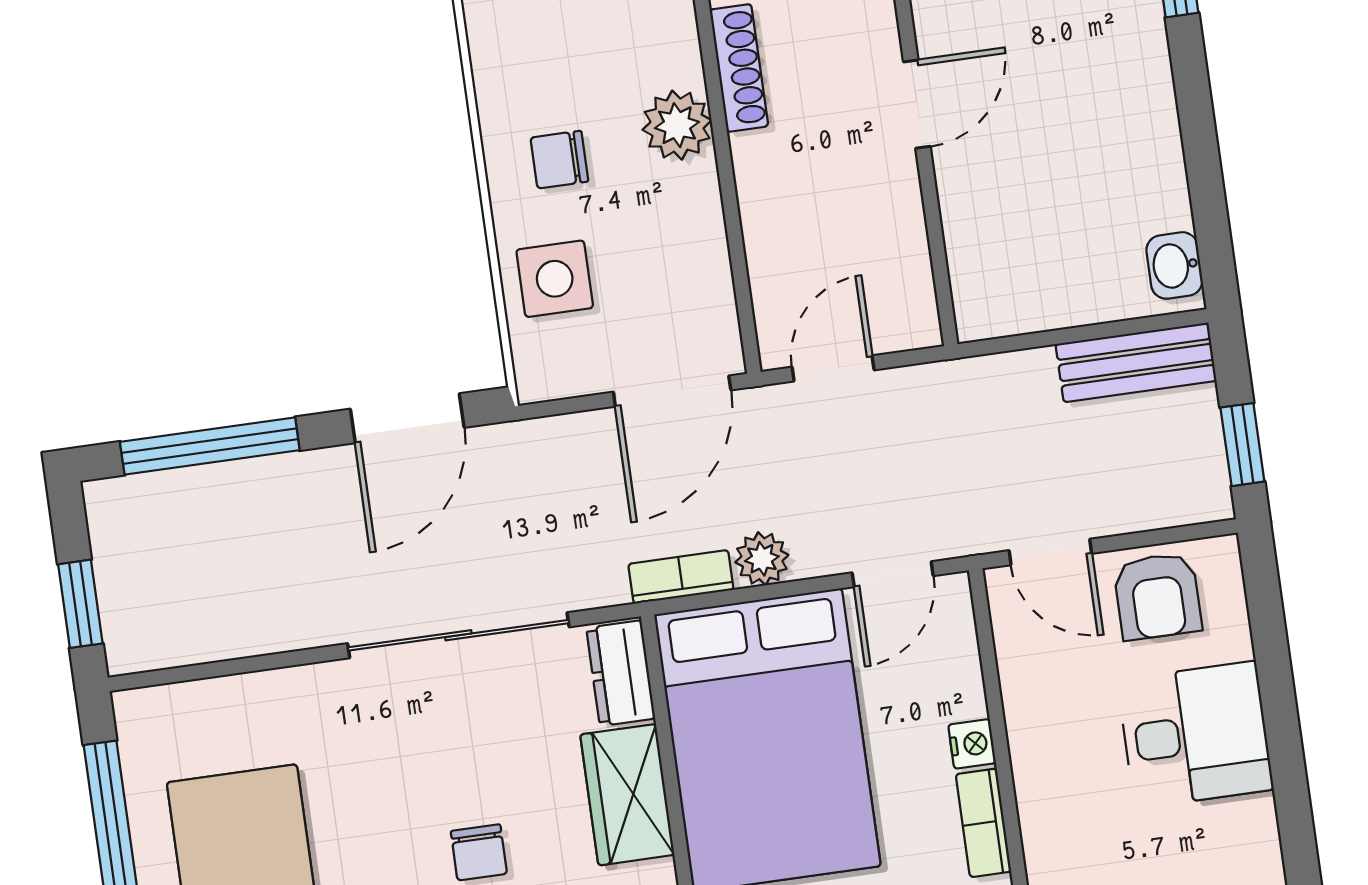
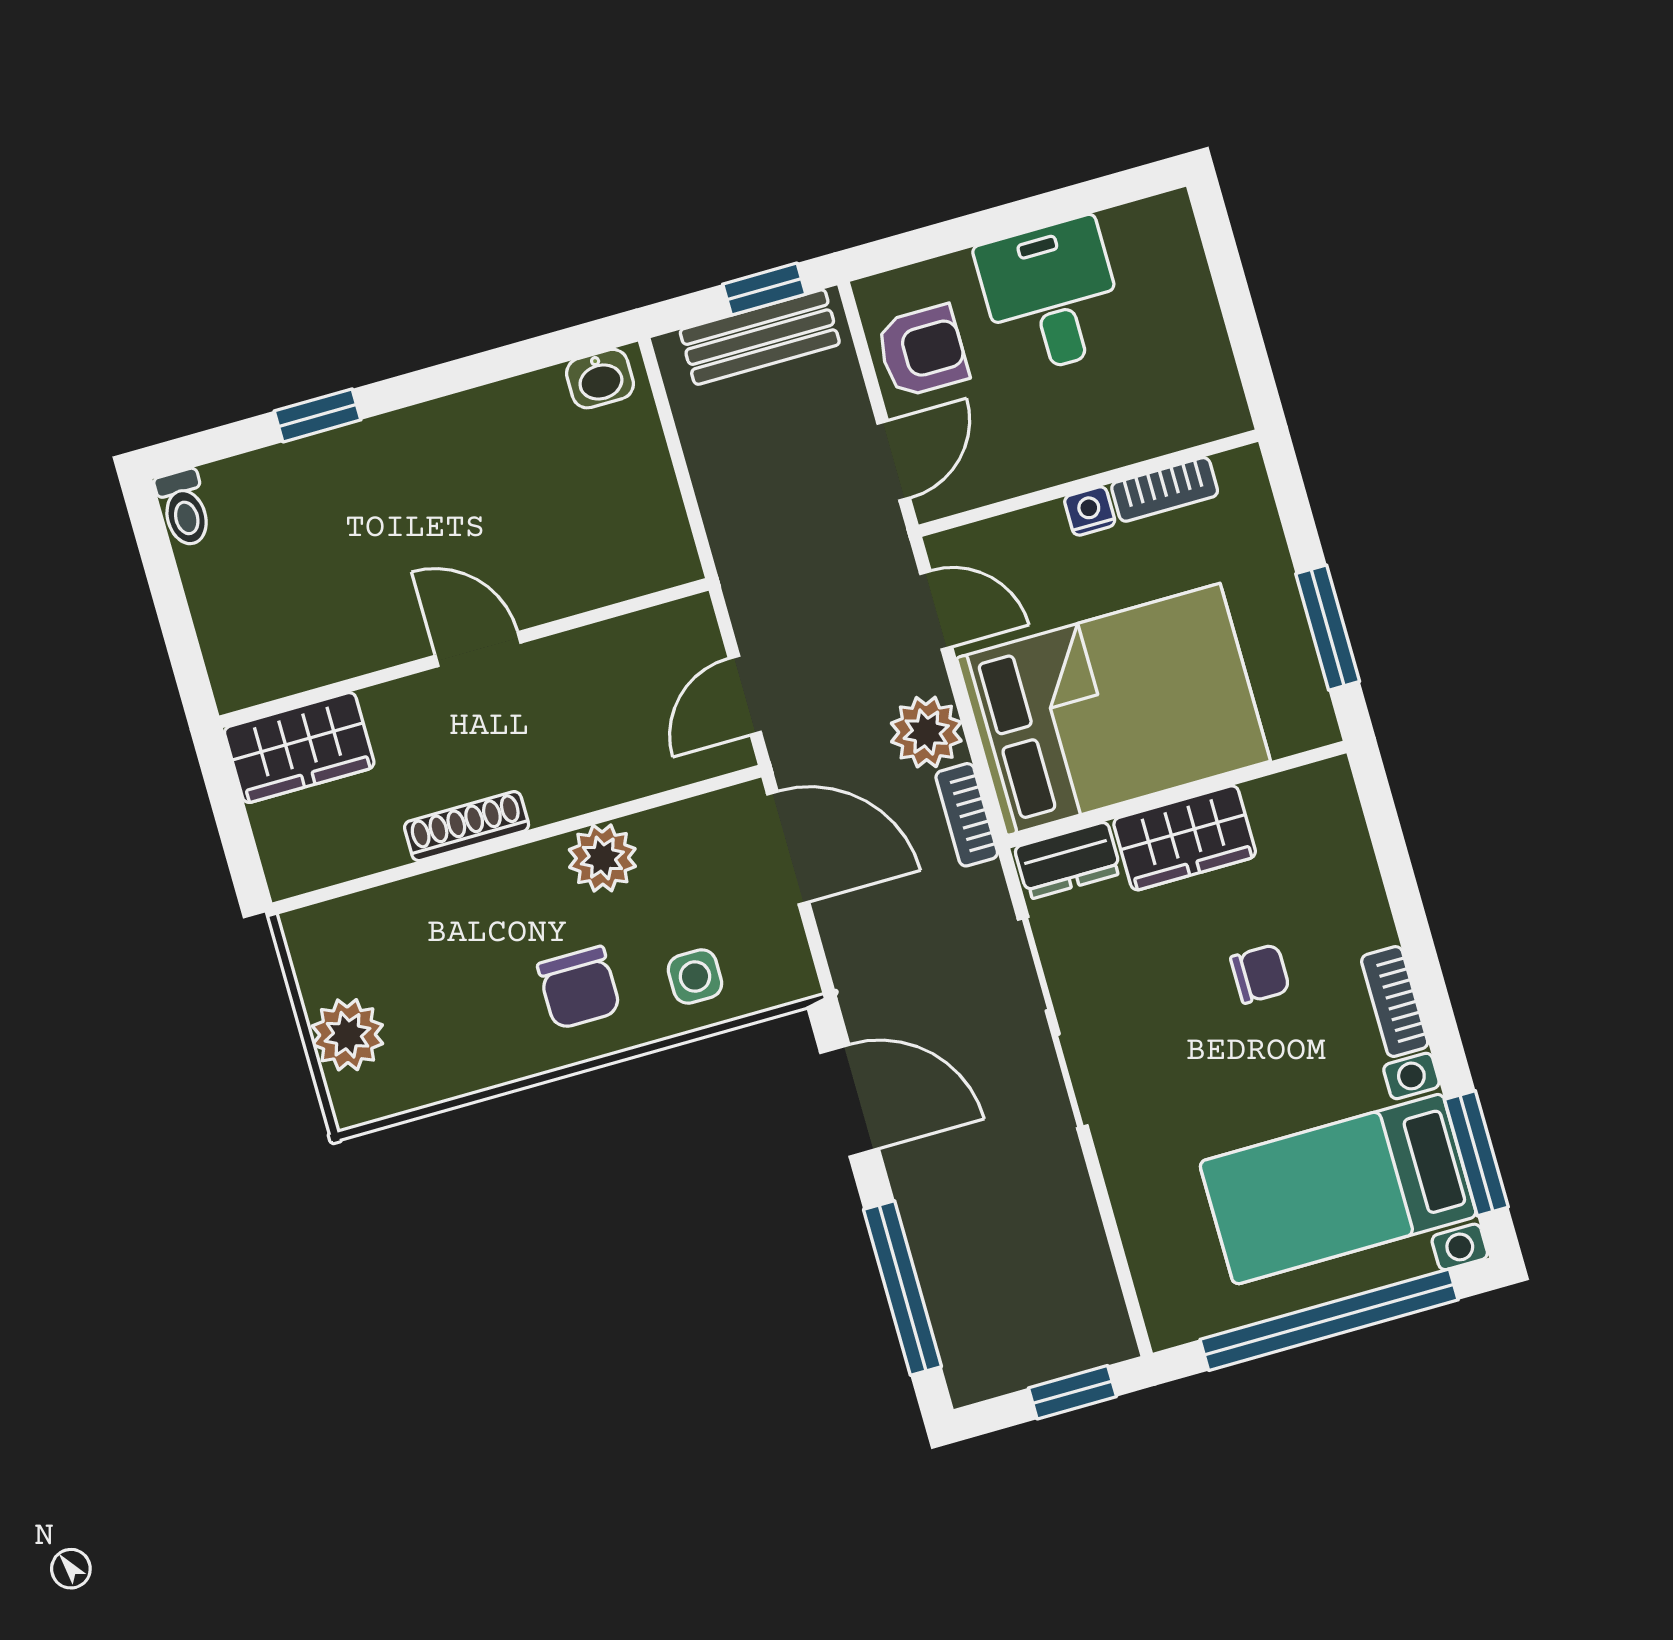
plant: (677, 125) -> (602, 858), moved
chair: (559, 160) -> (579, 988), width x1.37, depth x1.37
side table: (555, 279) -> (695, 977), width x0.73, depth x0.73
bench: (1136, 362) -> (760, 337), moved, turned 90
door: (833, 368) -> (745, 695), hinge flipped
plant: (762, 559) -> (926, 732), width x1.38, depth x1.38

